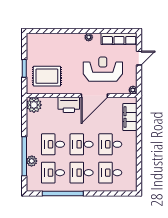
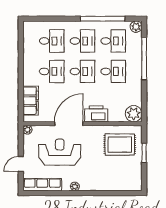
reception desk: (103, 69) -> (60, 152), turned 180
plant: (32, 161) -> (136, 27), moved

